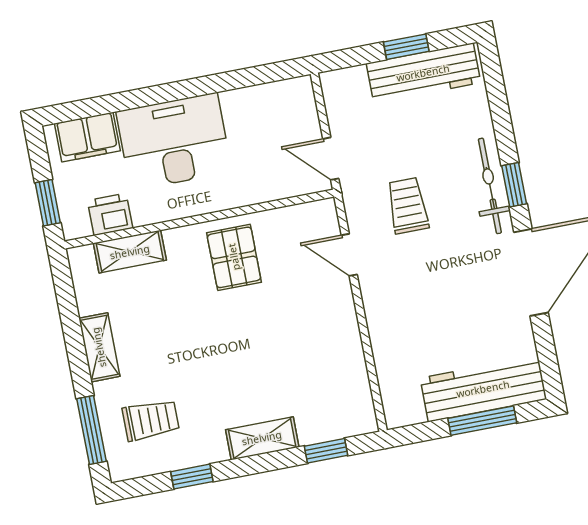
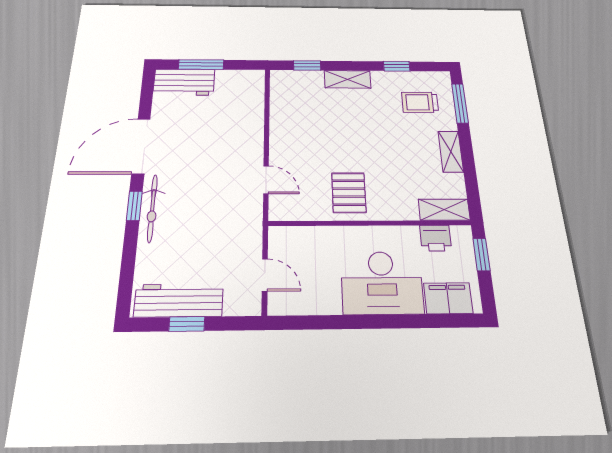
door: (331, 159) -> (265, 275), moved
trolley: (408, 206) -> (216, 205), removed
shelving: (130, 252) -> (444, 210), moved
workbench: (483, 389) -> (184, 82), width x0.73

